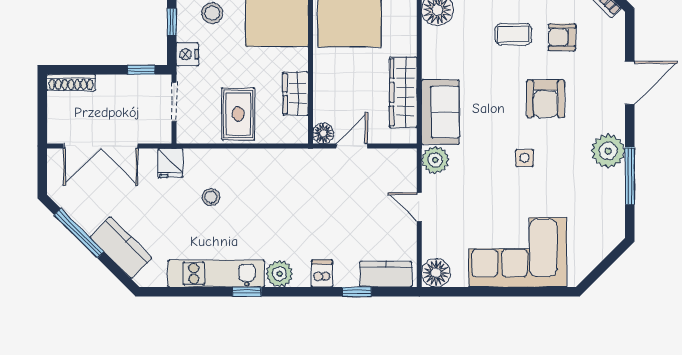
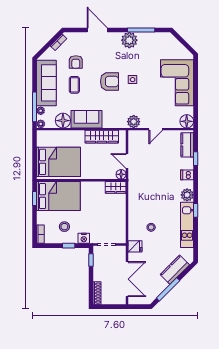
wardrobe: (296, 94) -> (116, 187), moved
armchair: (546, 99) -> (109, 81), moved
sofa: (440, 112) -> (87, 119), moved
rug: (238, 114) -> (112, 214), removed

